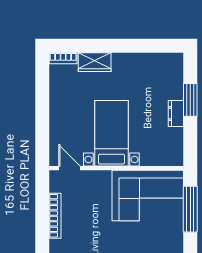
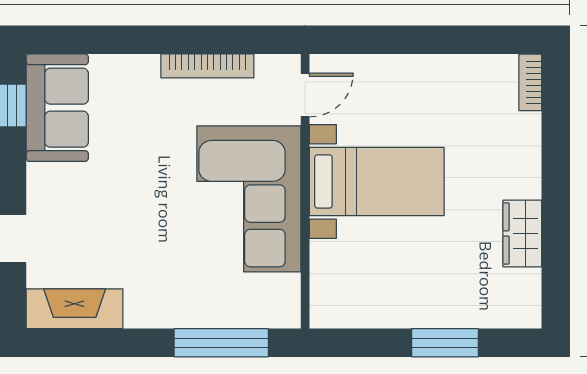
wardrobe: (95, 62) -> (522, 233), moved
dresser: (176, 114) -> (417, 313), removed
corner sofa: (148, 196) -> (249, 199), moved

